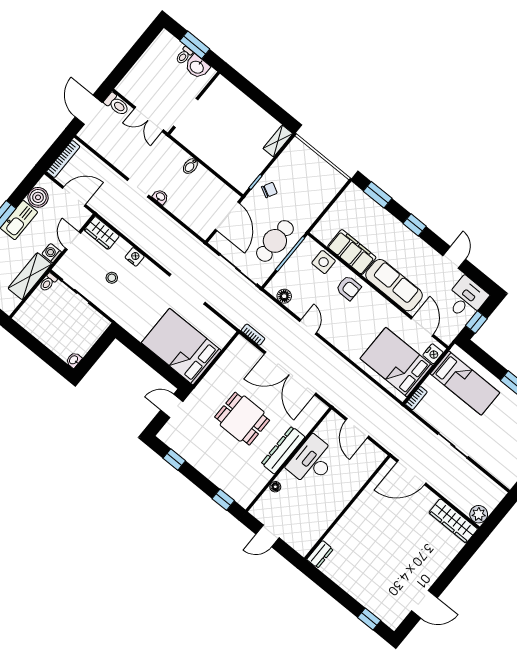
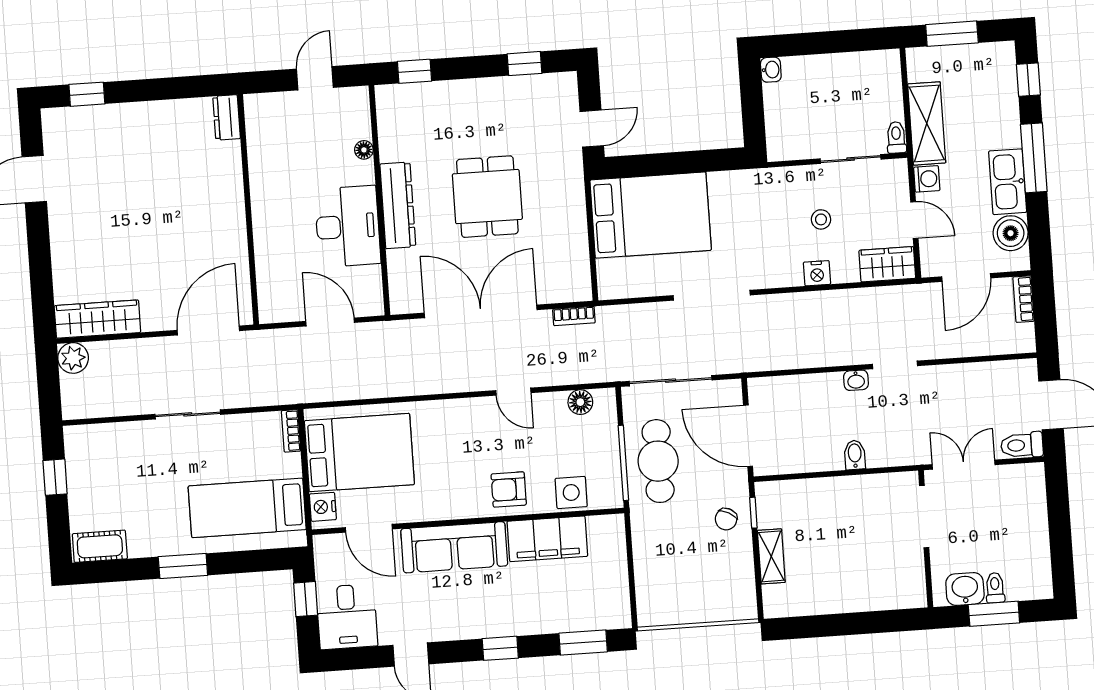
shelving: (278, 141) -> (771, 556), moved
bookcase: (63, 159) -> (1024, 299), width x0.64
dining table: (242, 419) -> (487, 197), turned 90

